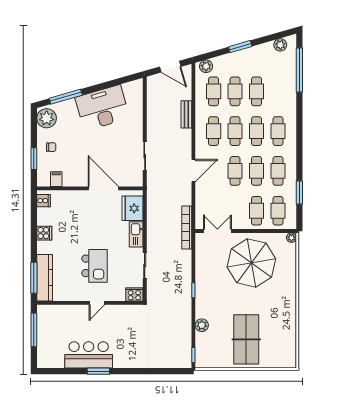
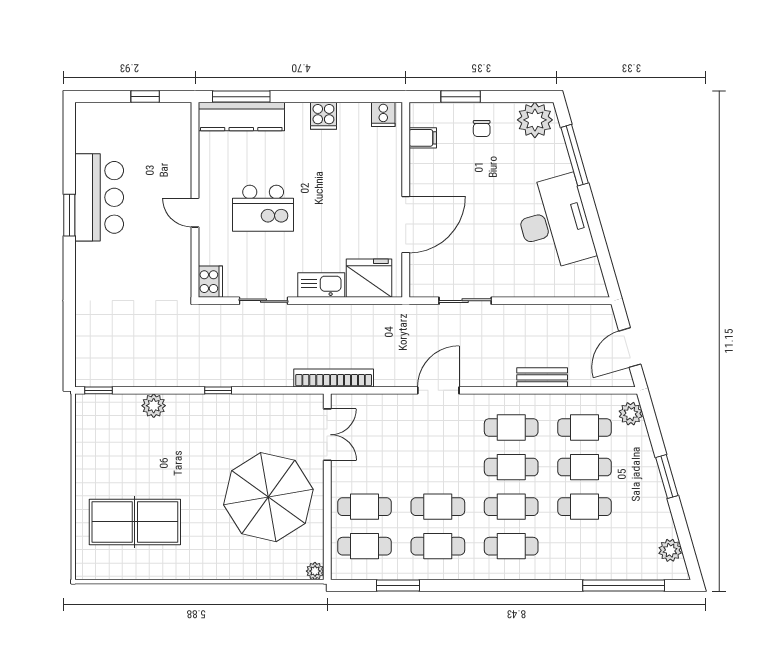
door: (193, 171) -> (438, 390), swing flipped
cafe table: (235, 171) -> (438, 467), removed
window: (34, 330) -> (145, 97), width x0.46
table tennis table: (246, 339) -> (135, 522), moved

